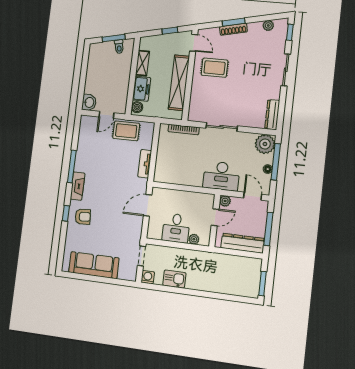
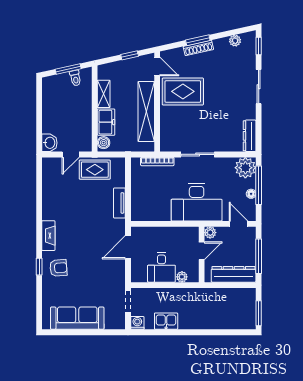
rug: (215, 68) -> (183, 91), width x1.36, depth x1.43
window: (72, 166) -> (39, 215), removed
desk: (221, 176) -> (197, 202), width x1.36, depth x1.30

